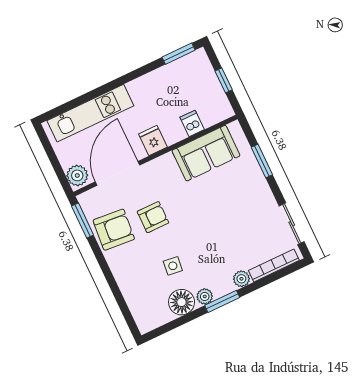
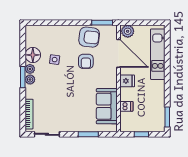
armchair: (114, 230) -> (89, 37), turned -88
plant: (241, 279) -> (30, 80), moved

